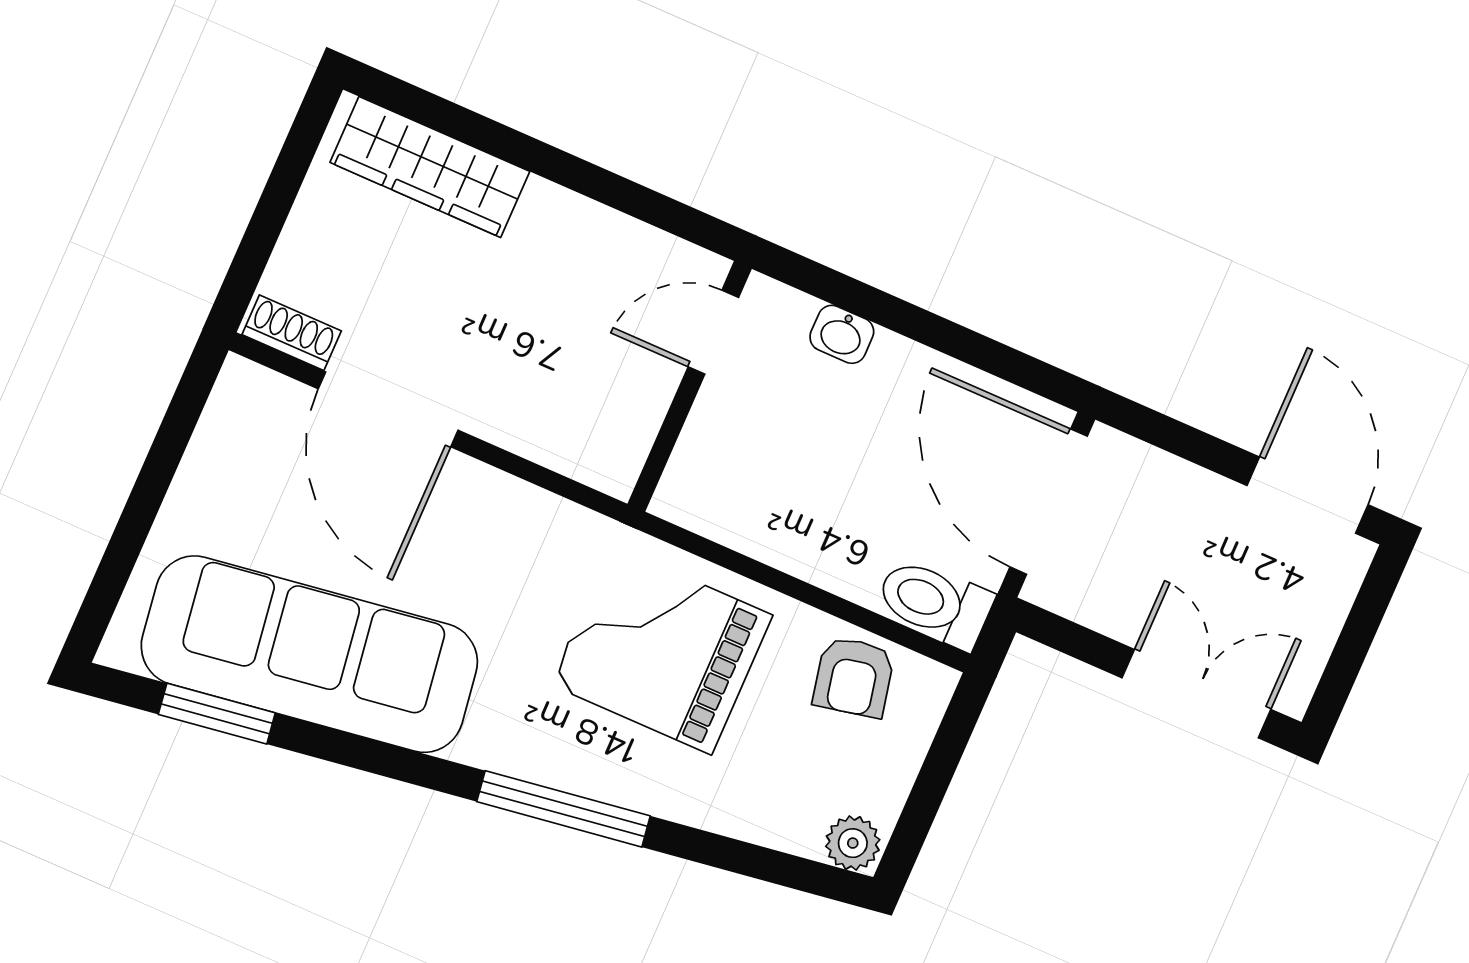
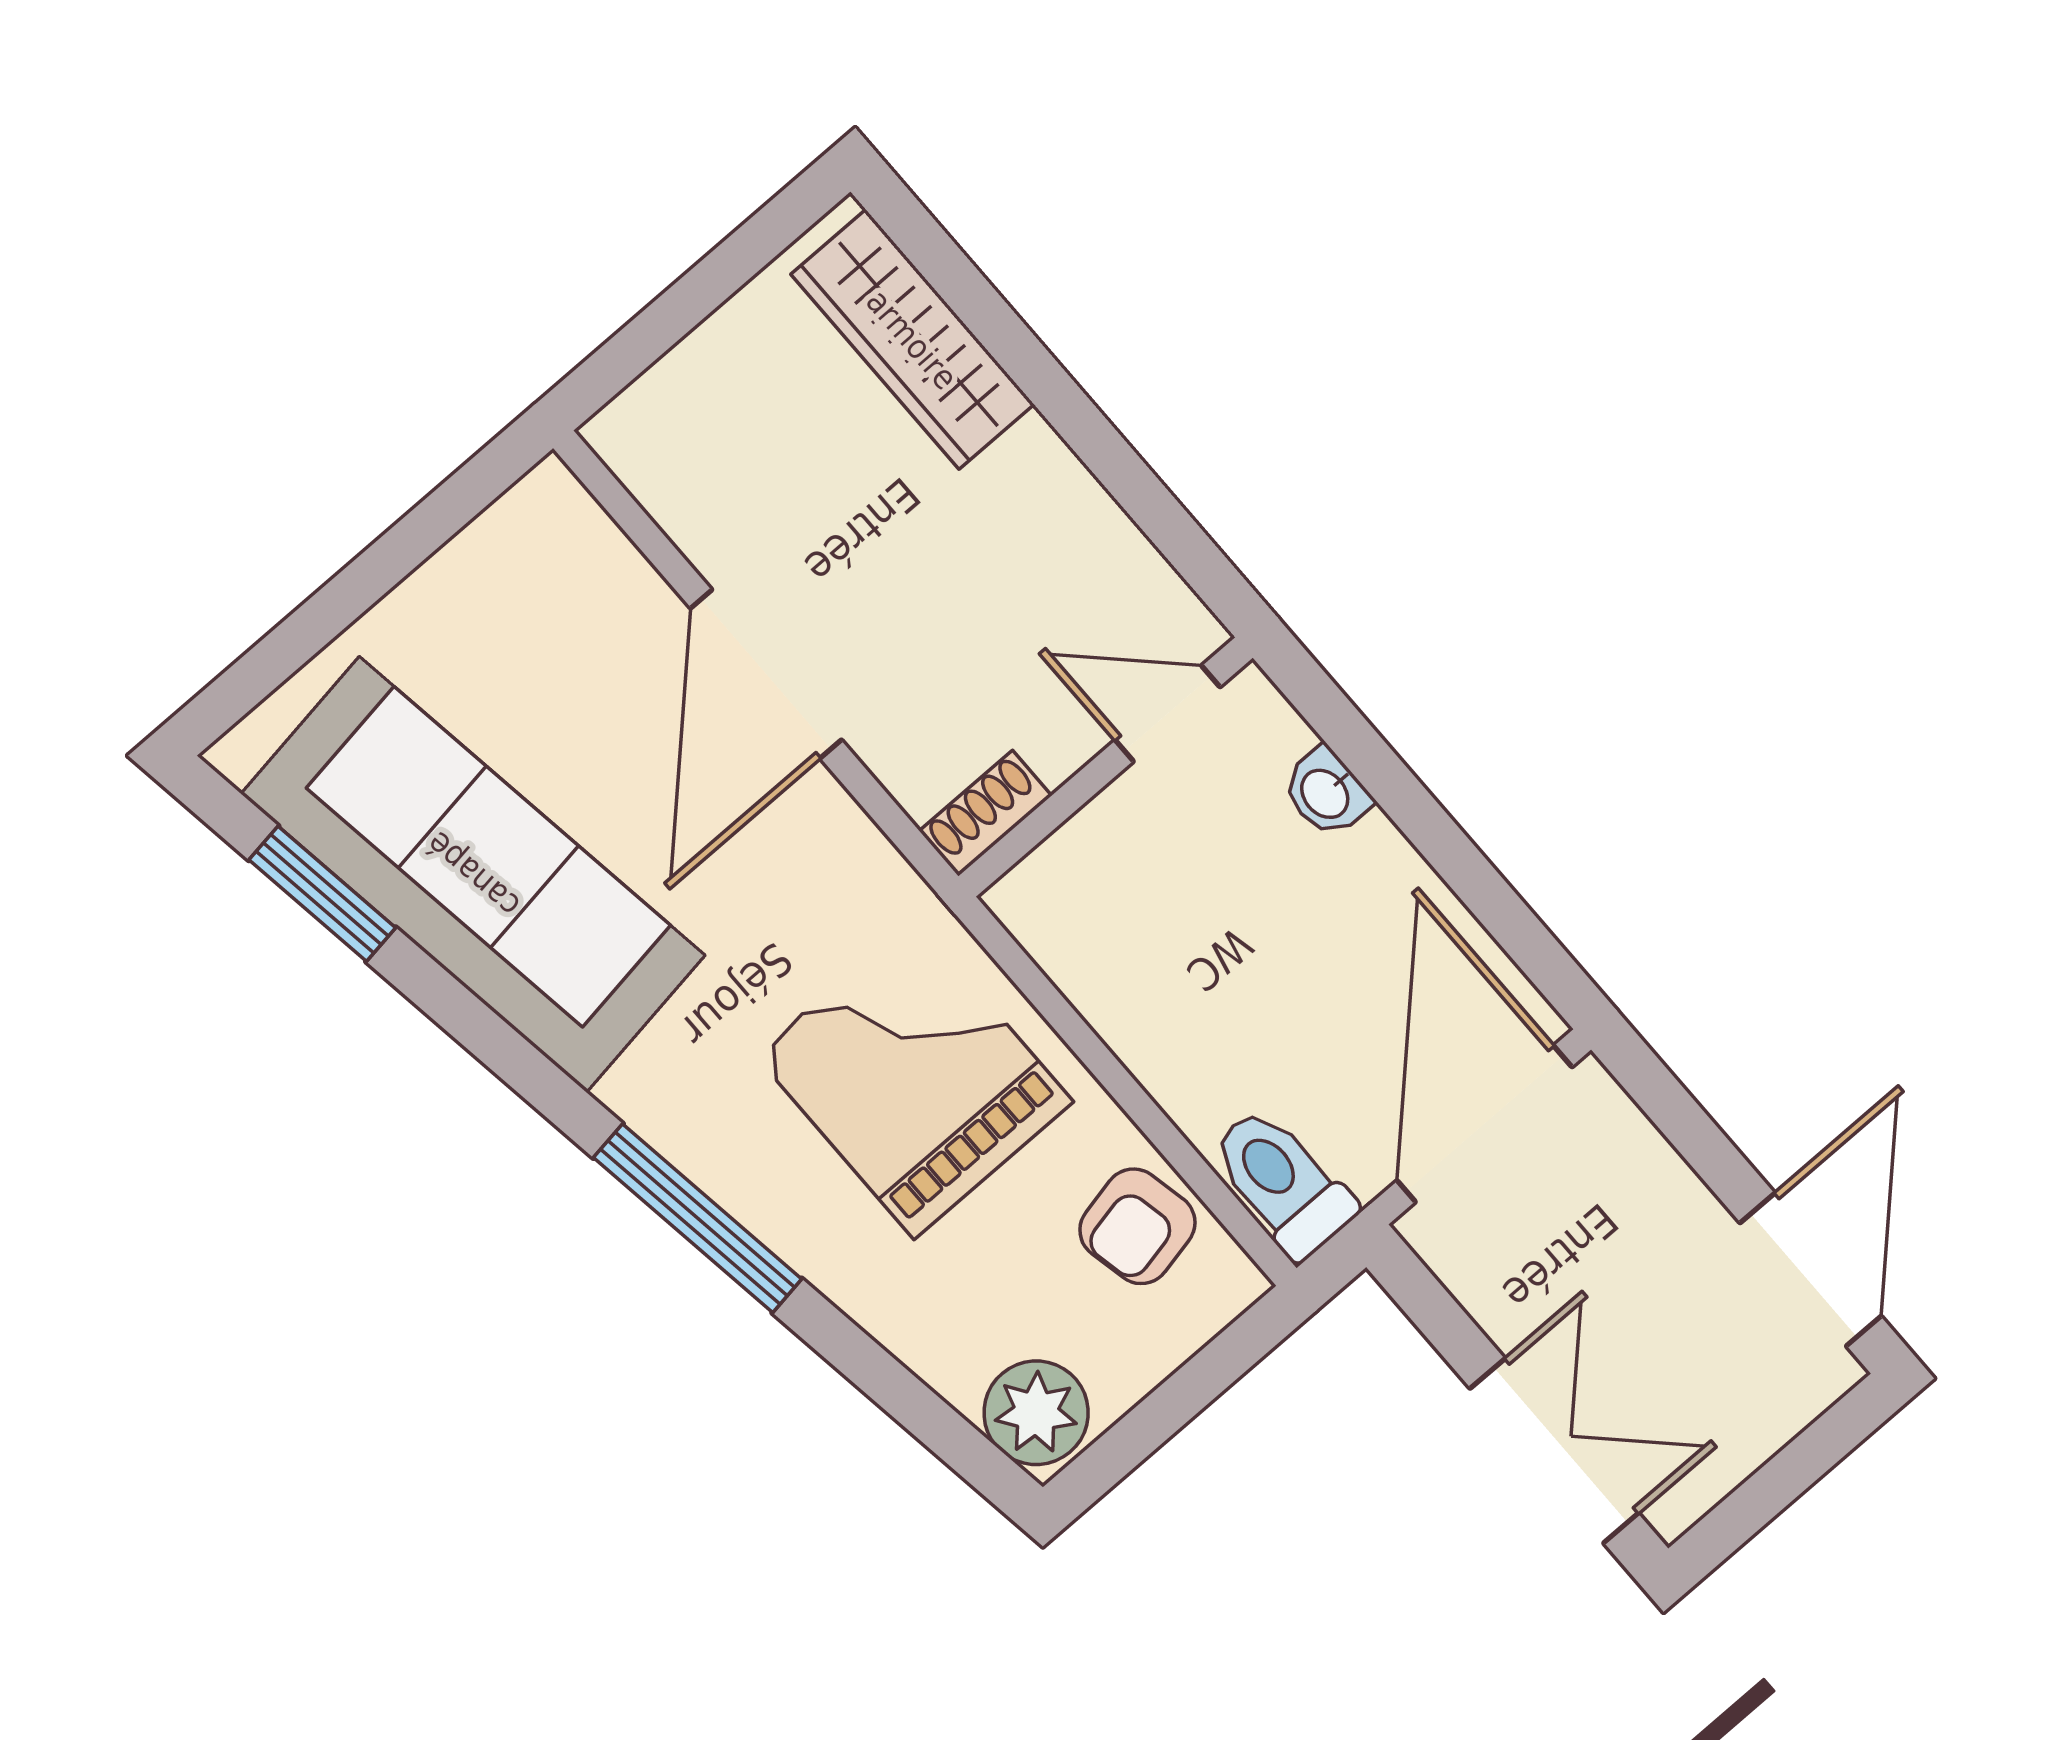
shoe rack: (292, 333) -> (986, 813), moved, turned -90
door: (388, 409) -> (766, 674), moved
plant: (853, 843) -> (1036, 1413), width x1.38, depth x1.38

